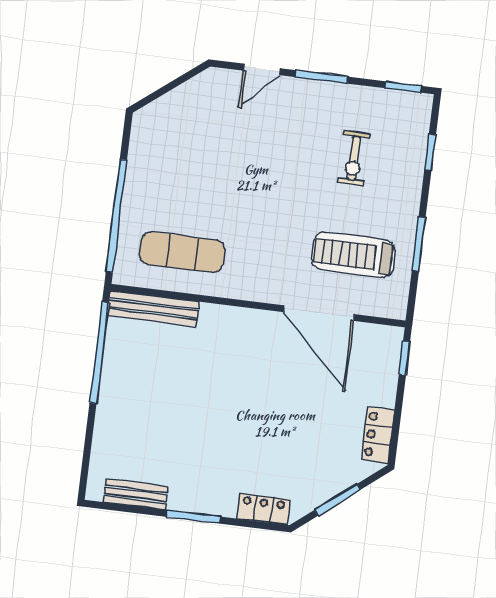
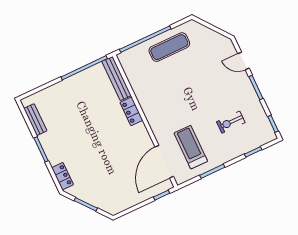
exercise mat: (182, 252) -> (169, 47), moved, turned 90
door: (319, 313) -> (164, 162), moved
locker: (378, 435) -> (131, 111), moved, turned -90

